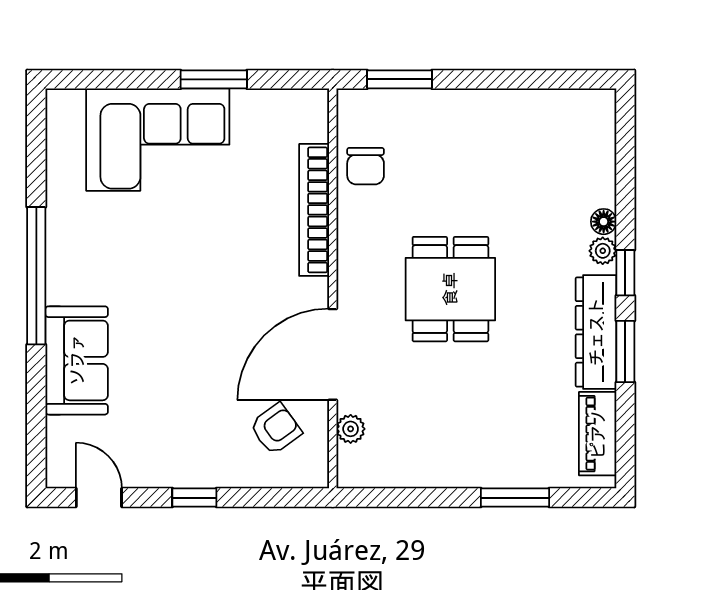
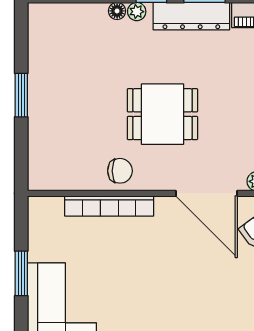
window: (400, 79) -> (21, 95), moved
chair: (366, 166) -> (120, 171), moved

